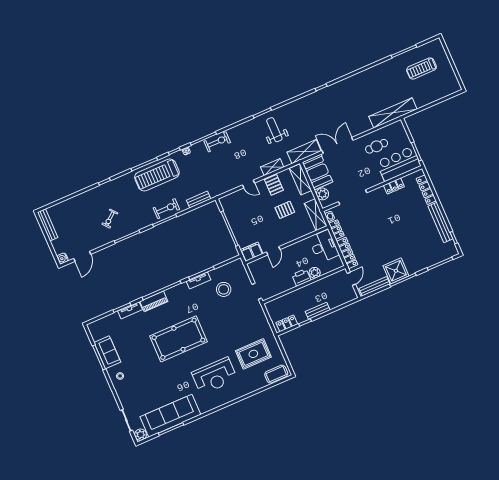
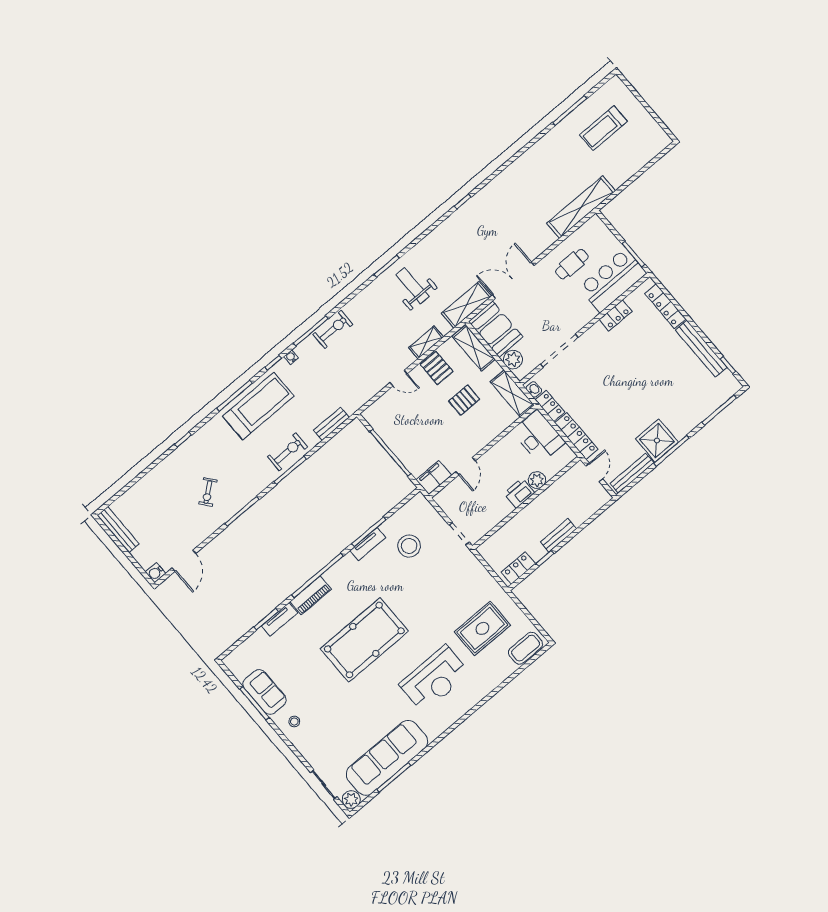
treadmill: (157, 175) -> (258, 406), turned 180

